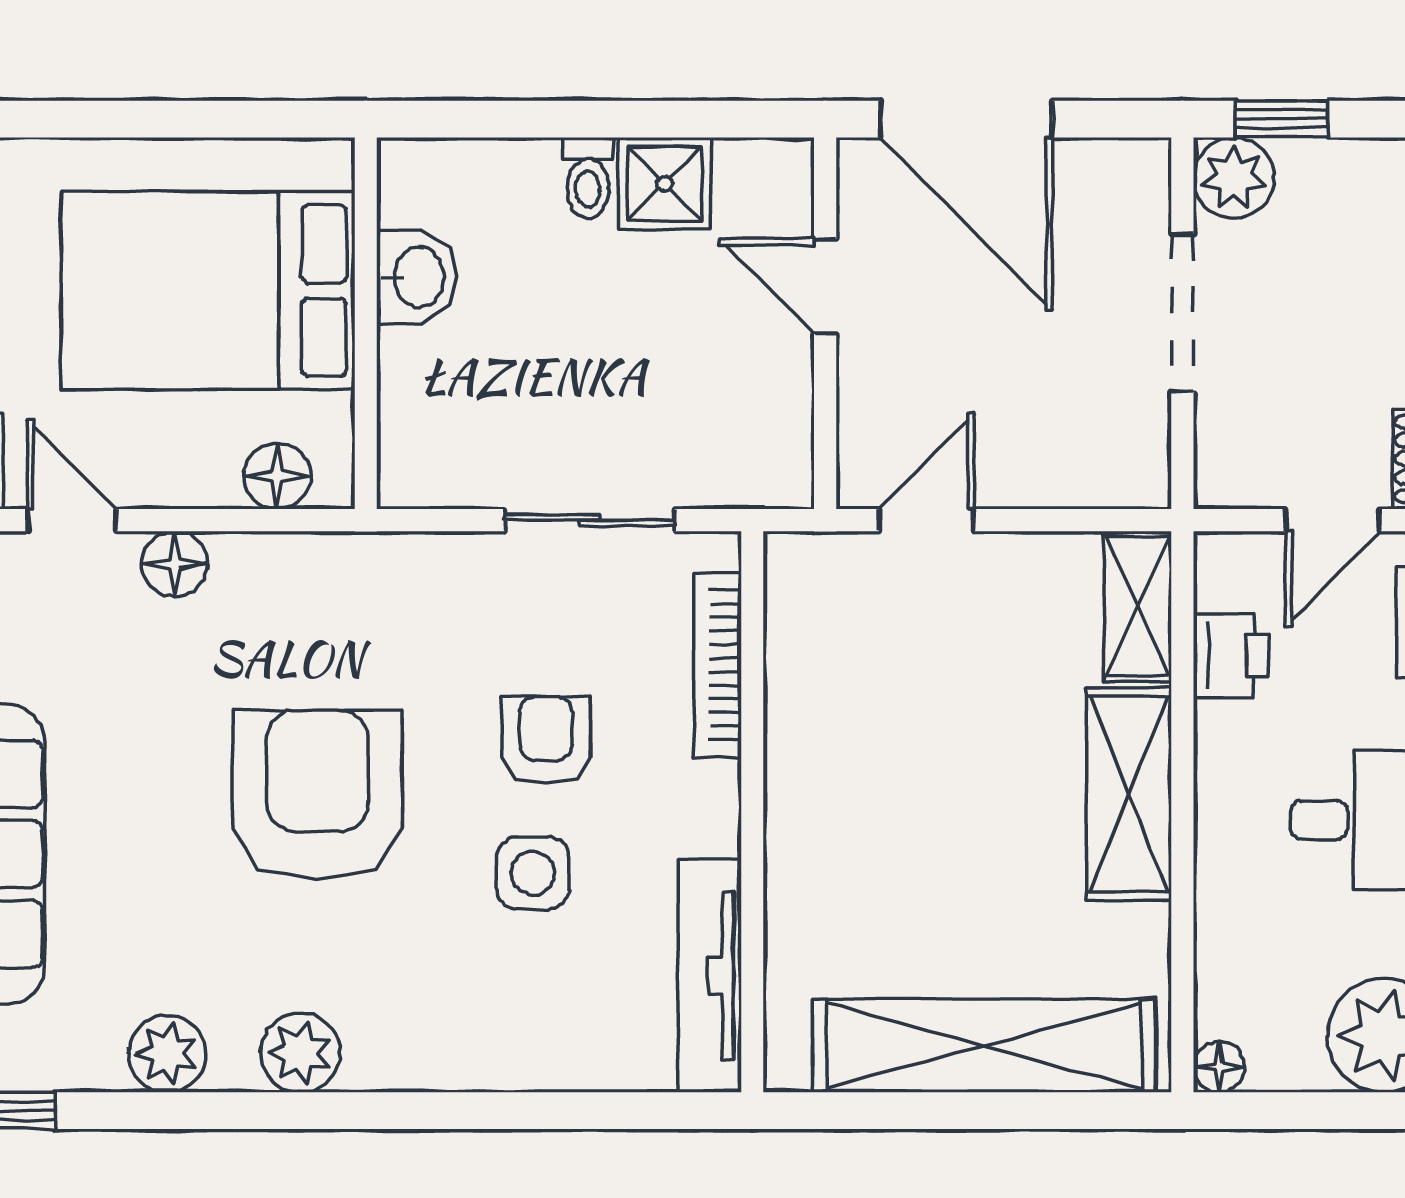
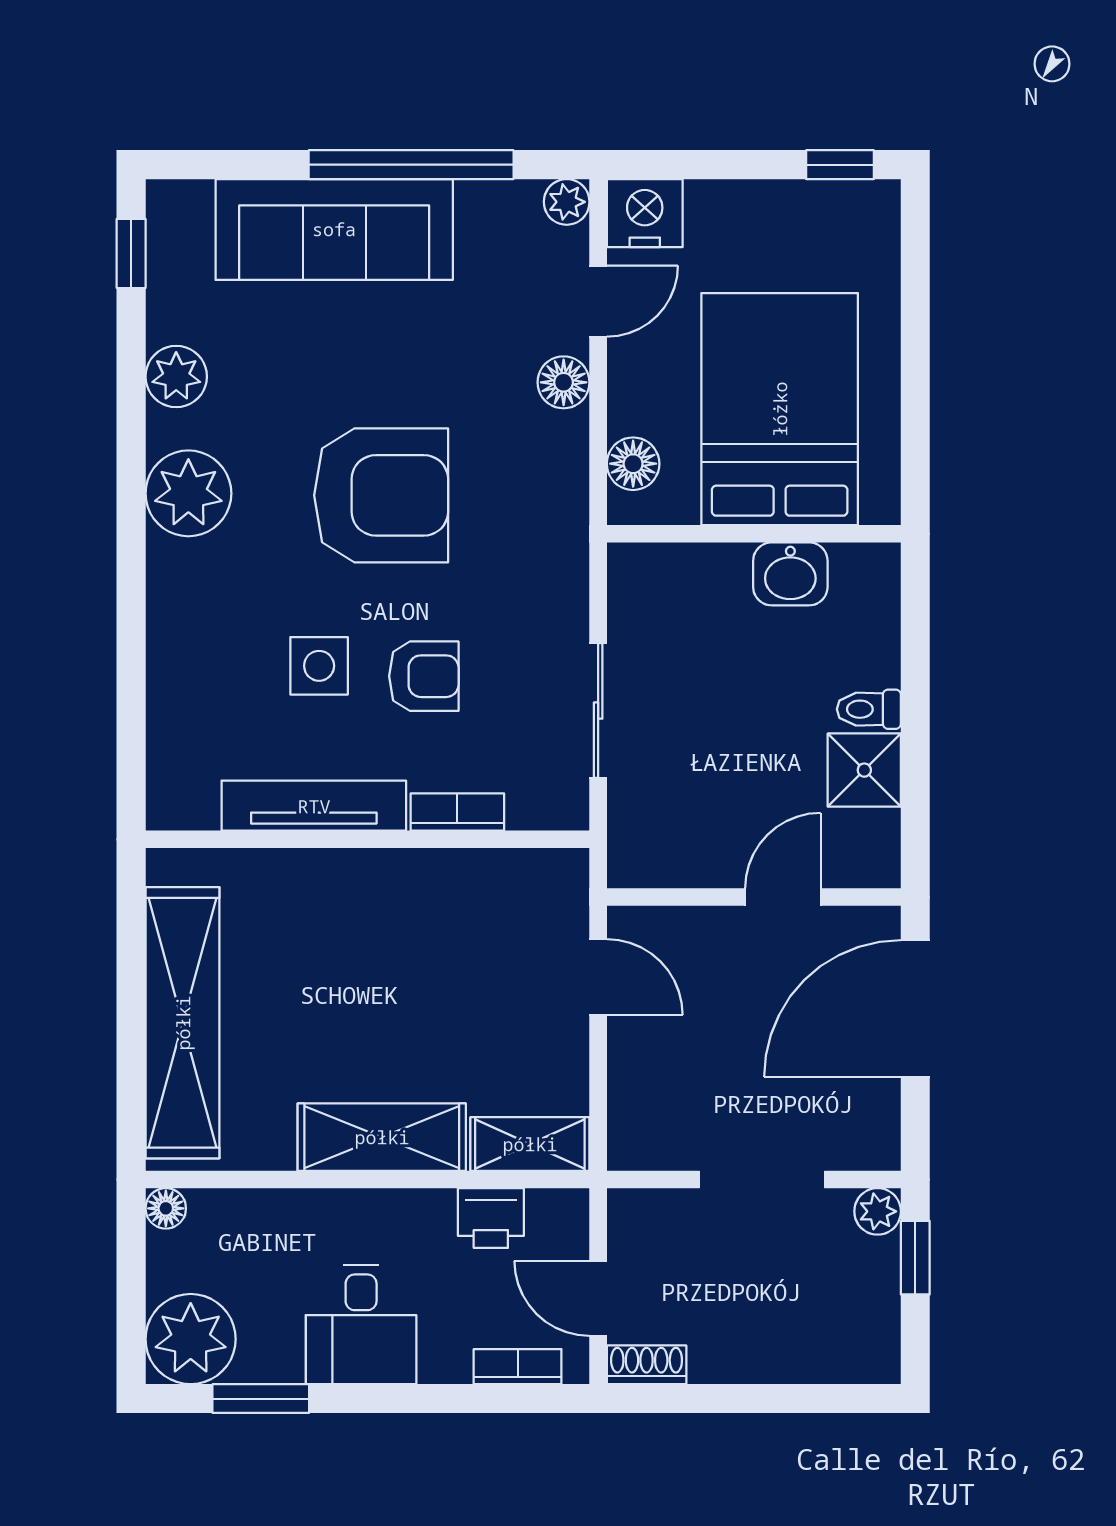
plant: (1234, 178) -> (878, 1211), width x0.73, depth x0.73
bookcase: (718, 665) -> (457, 812), width x0.64
tv unit: (710, 976) -> (314, 806), moved
plant: (300, 1053) -> (188, 493), width x1.36, depth x1.36

